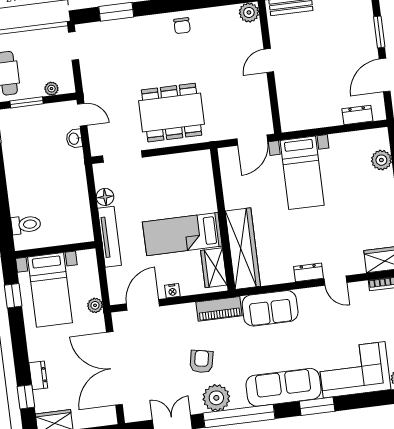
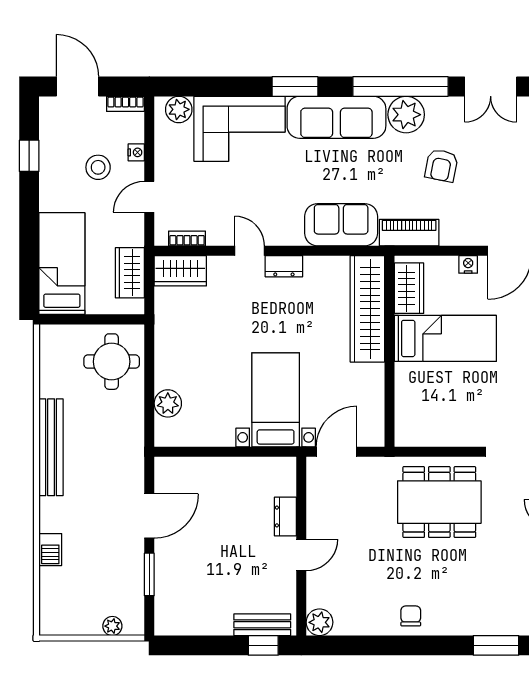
dresser: (357, 115) -> (285, 516), moved, turned 90
plant: (216, 398) -> (406, 115), moved

